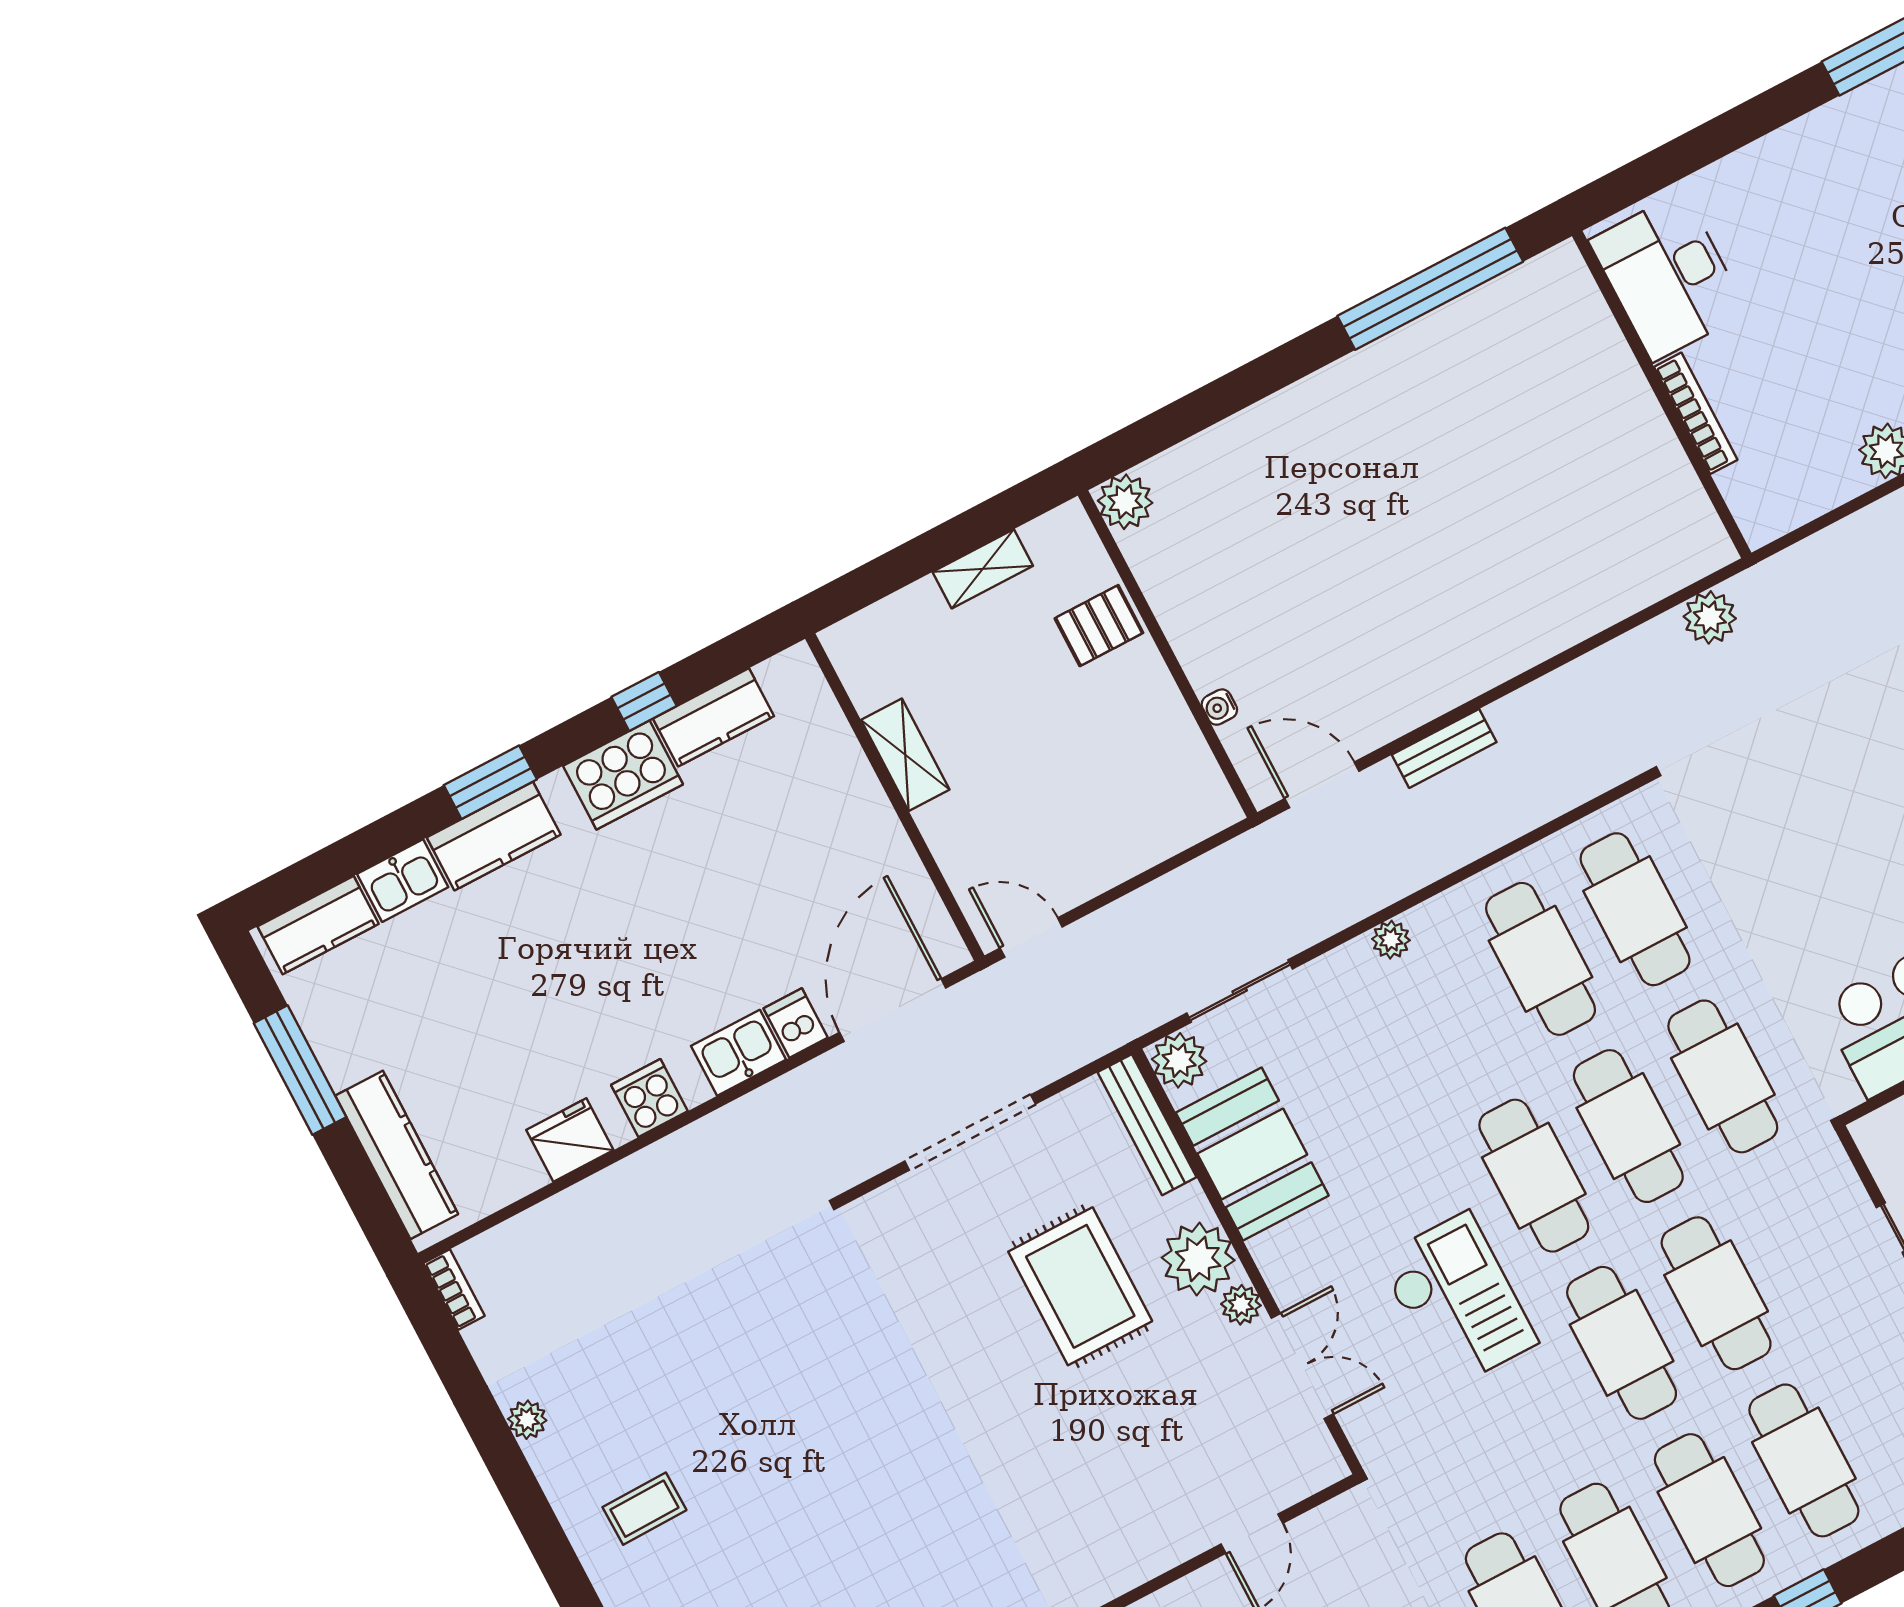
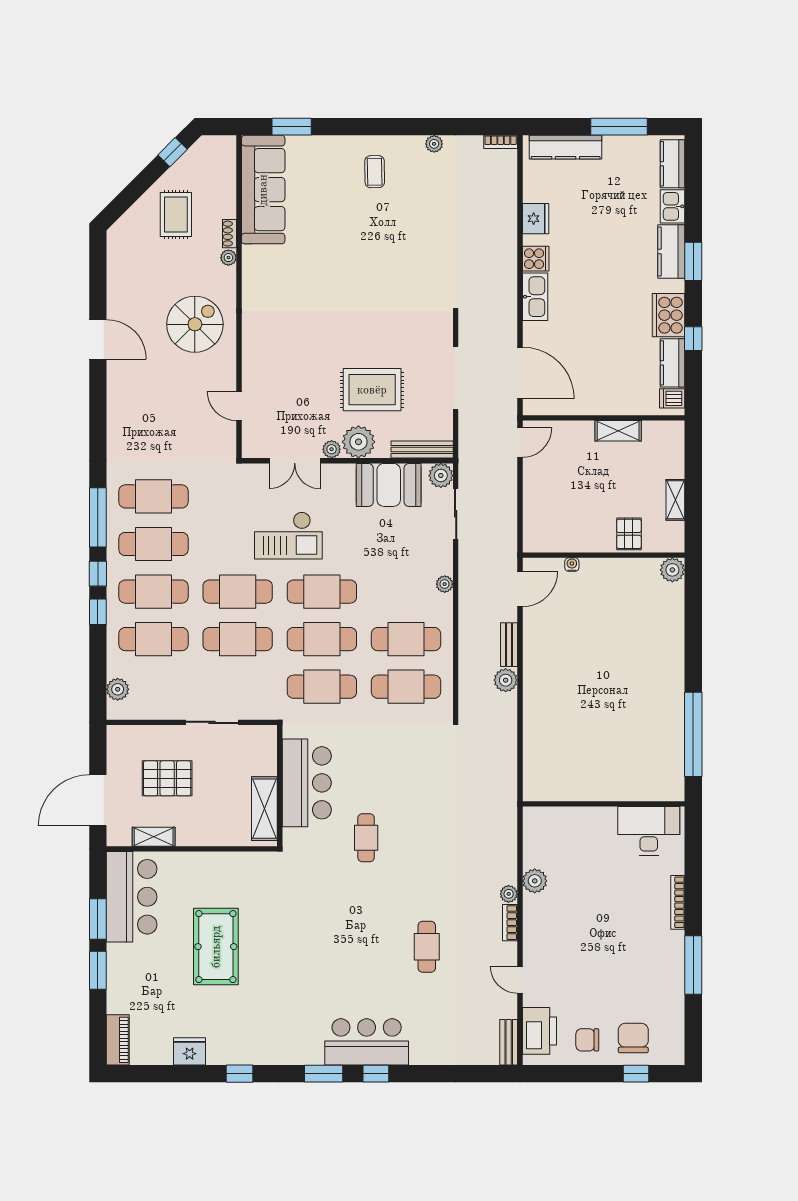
bookcase: (1696, 413) -> (678, 902), moved, turned 90
plant: (1710, 617) -> (506, 680), moved
dishwasher: (796, 1023) -> (672, 398), moved, turned 180
kitchen sink: (738, 1053) -> (535, 297), width x1.38

